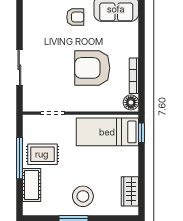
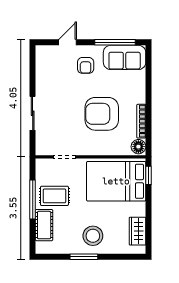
armchair: (75, 17) -> (86, 65), turned 90
bed: (107, 132) -> (116, 181), width x1.50

